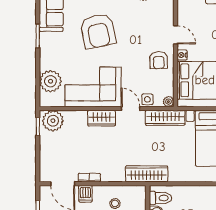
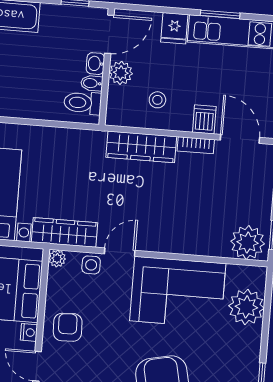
door: (131, 109) -> (120, 252), swing flipped
wardrobe: (102, 118) -> (168, 240), removed
wardrobe: (147, 174) -> (141, 147), moved

